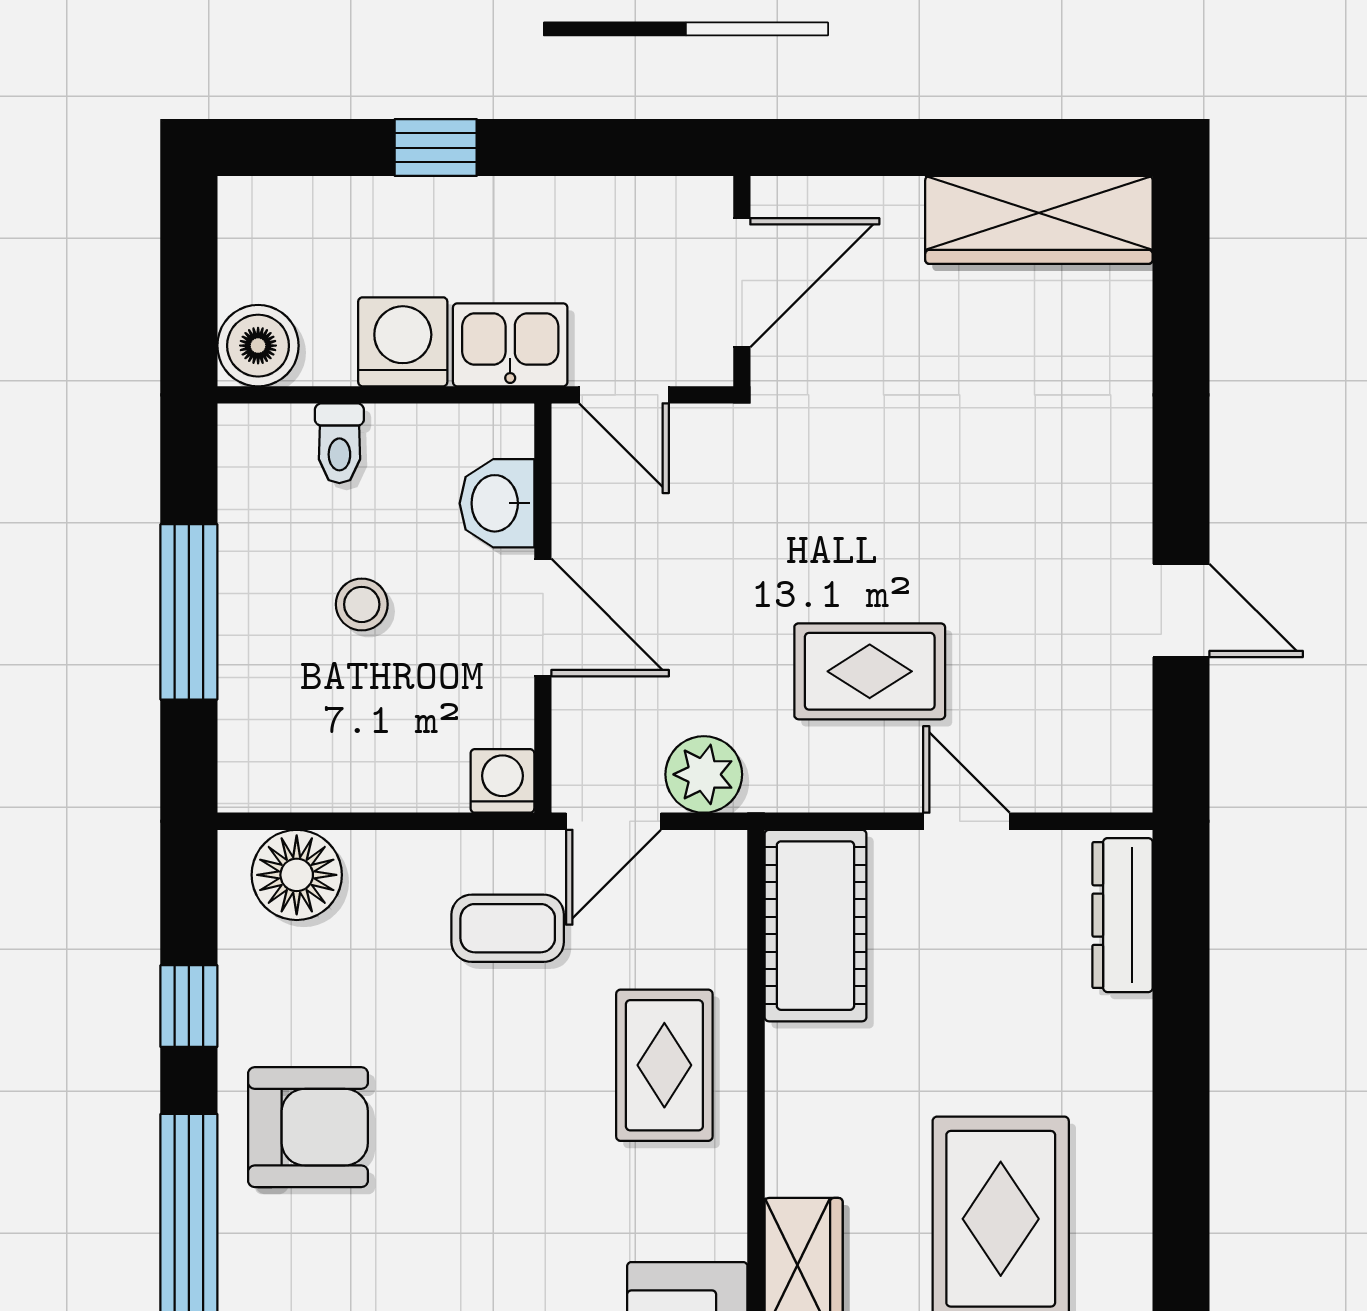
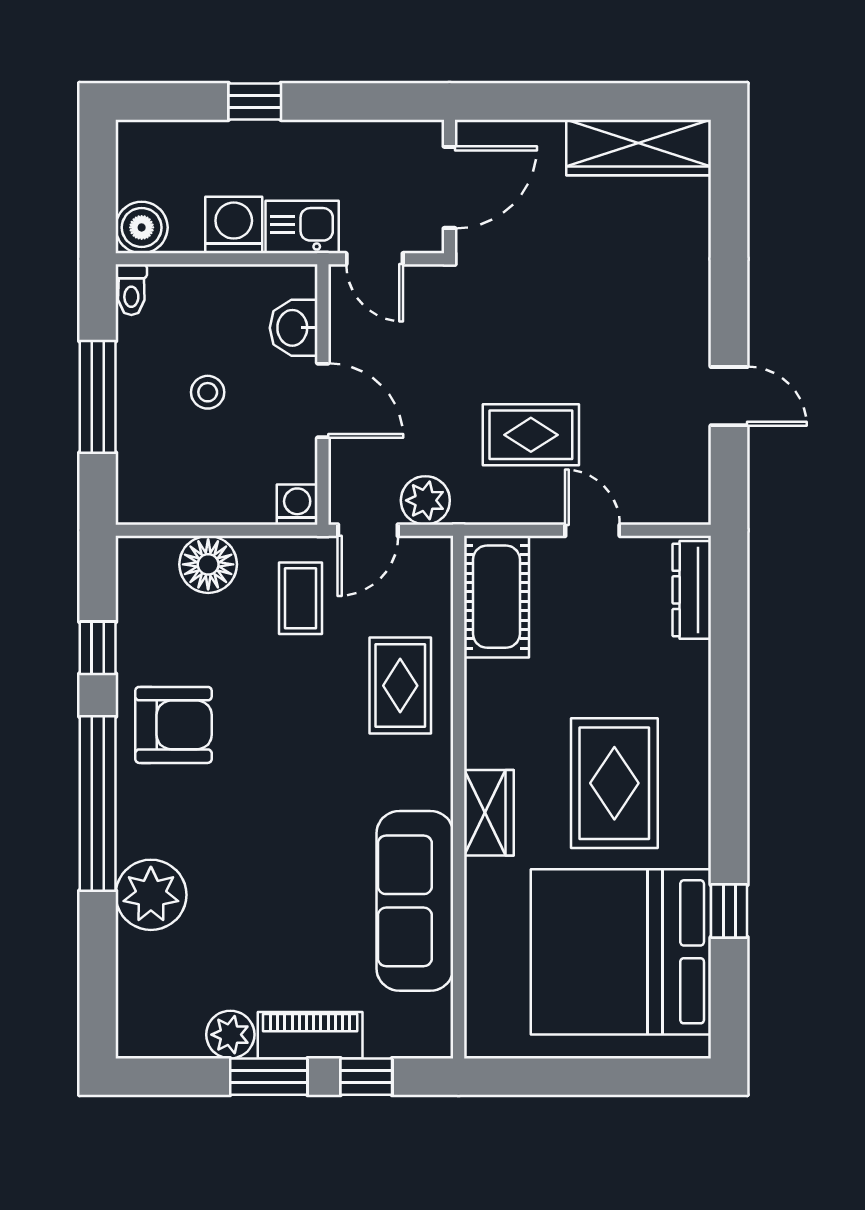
toilet: (339, 443) -> (131, 290), moved
floor lamp: (297, 875) -> (208, 564), moved
coffee table: (508, 928) -> (301, 598), turned 90

